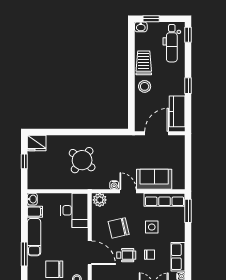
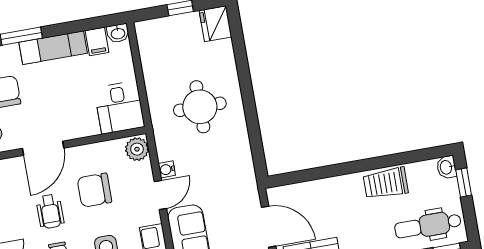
trolley: (144, 63) -> (386, 183), turned 180
stool: (145, 86) -> (345, 192), removed
round table: (82, 160) -> (200, 107), turned -38
desk: (74, 210) -> (119, 107), width x0.73
chair: (119, 228) -> (94, 190), turned -77

